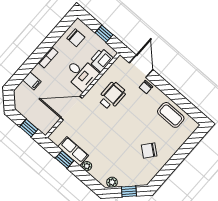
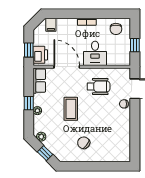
printer: (101, 60) -> (40, 55), moved, turned 90
filing cabinet: (32, 81) -> (51, 25), moved
coffee table: (171, 115) -> (71, 109), moved
row of seats: (73, 151) -> (39, 81), moved
window: (65, 159) -> (29, 103), moved

